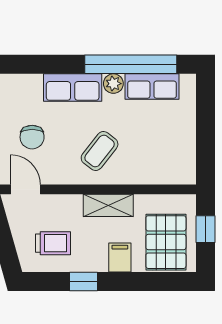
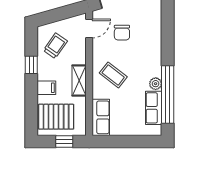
row of seats: (73, 88) -> (101, 117), moved, turned 180
chair: (32, 137) -> (122, 33), turned -90
trolley: (53, 243) -> (55, 46), turned -145

